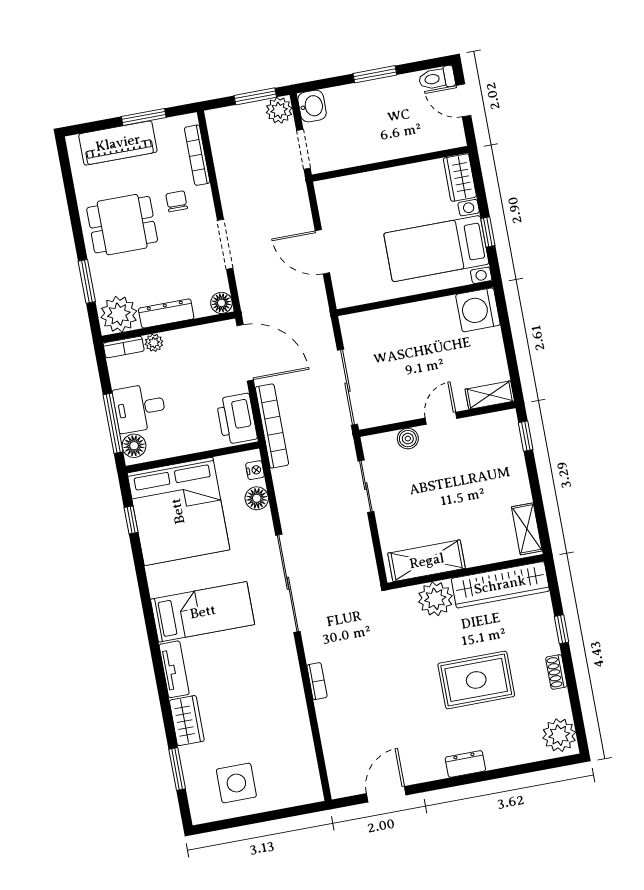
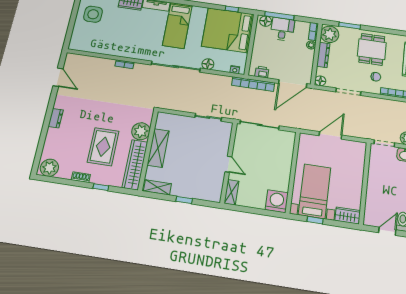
printer: (237, 419) -> (262, 72), width x0.53, depth x0.68
window: (526, 436) -> (184, 200), moved
boiler: (408, 439) -> (224, 145), removed
floor lamp: (257, 498) -> (208, 64), moved
shelving: (427, 561) -> (158, 148), moved
rug: (476, 680) -> (103, 147), moved

